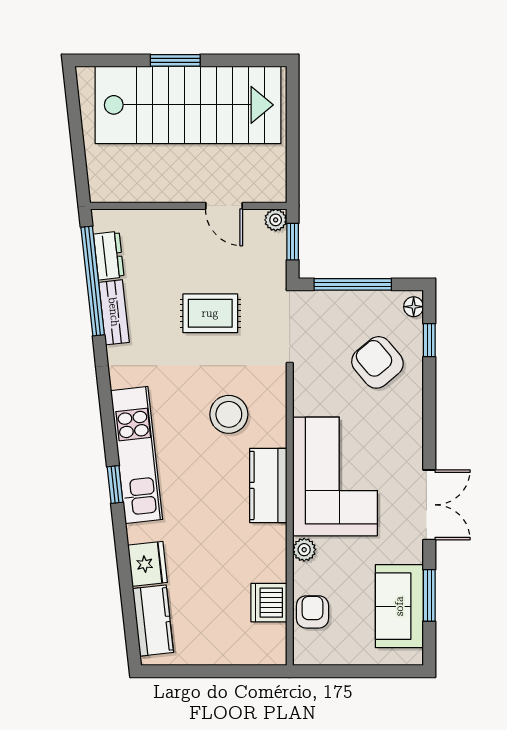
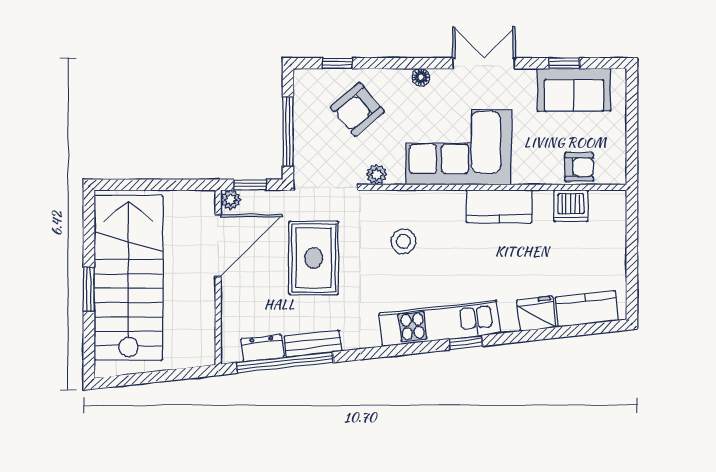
door: (224, 206) -> (218, 246), width x1.88
floor lamp: (414, 307) -> (421, 77), moved
rug: (210, 313) -> (314, 258), width x1.36, depth x1.43
stool: (229, 414) -> (403, 241), width x0.73, depth x0.73
kitchen counter: (268, 485) -> (499, 206), moved
plant: (304, 550) -> (377, 174), moved
window: (429, 595) -> (564, 63), width x0.67
armchair: (312, 612) -> (579, 167), turned 180

